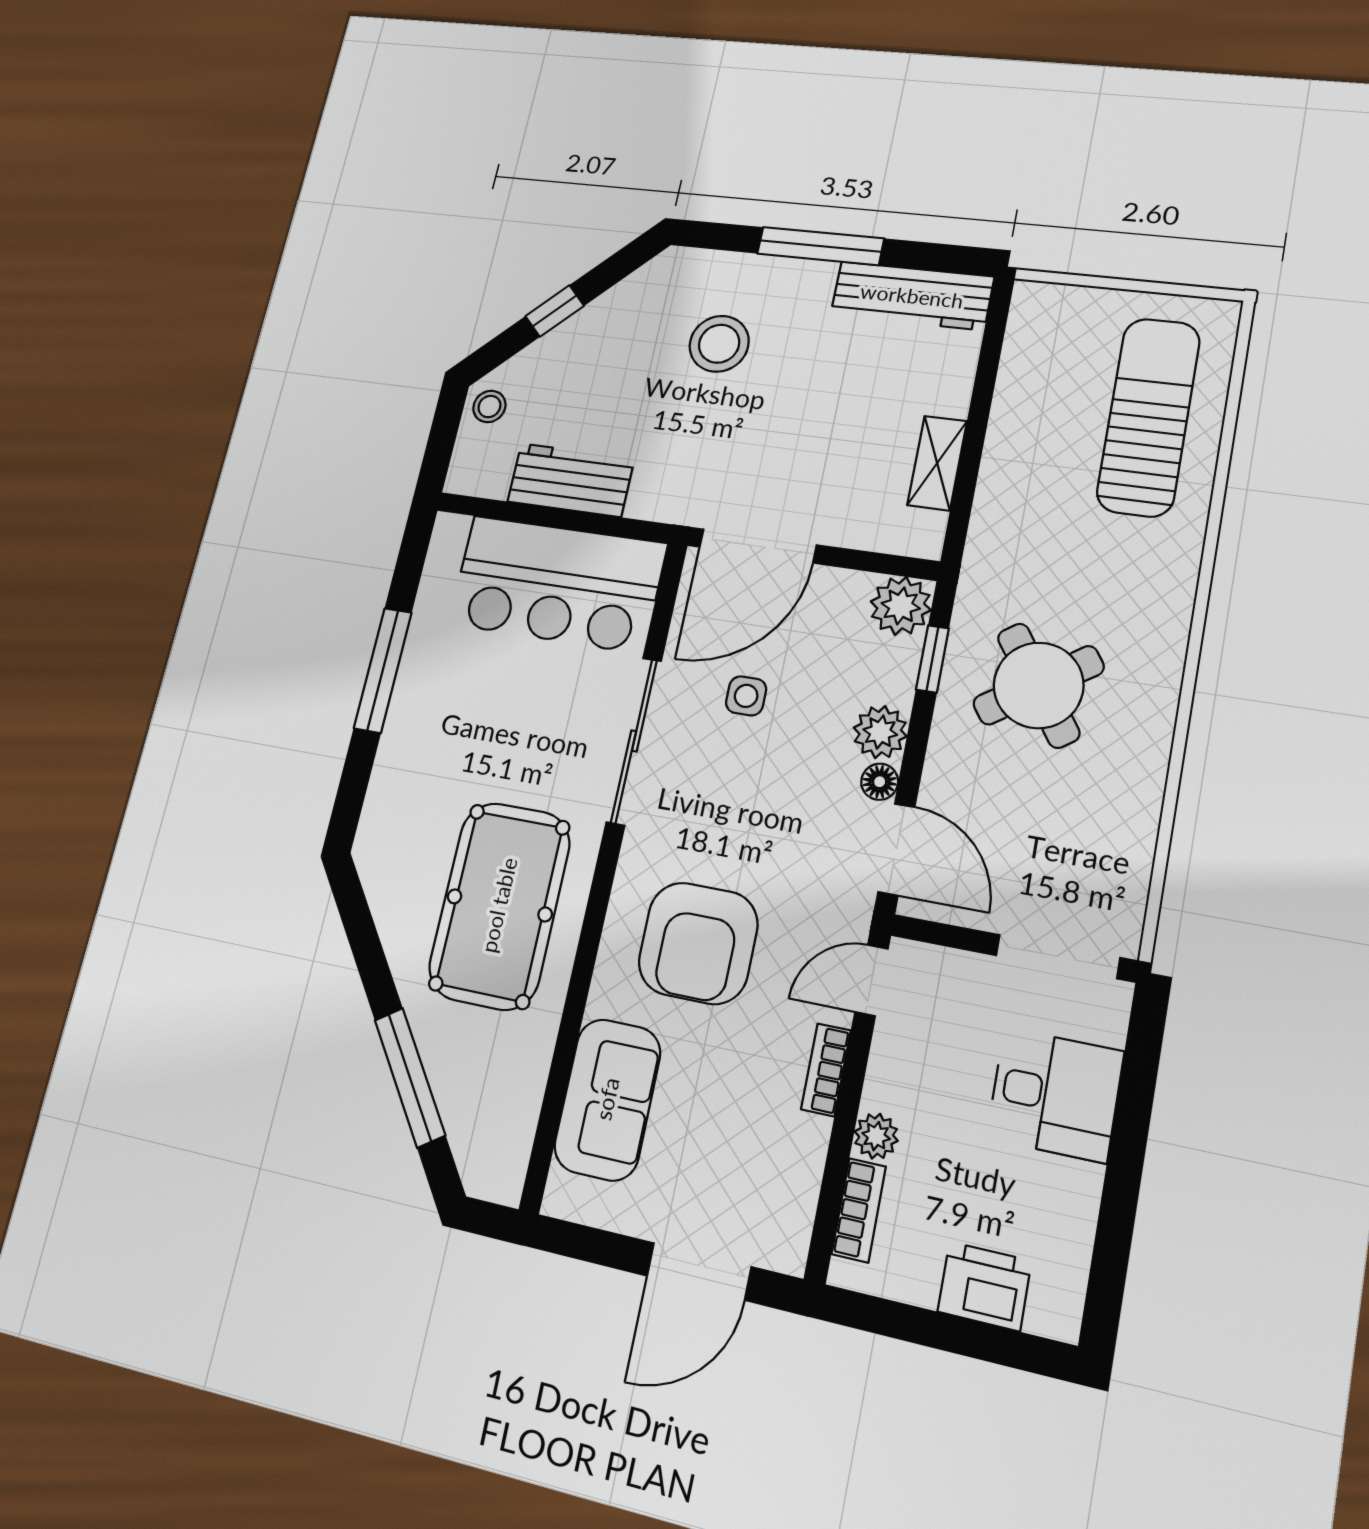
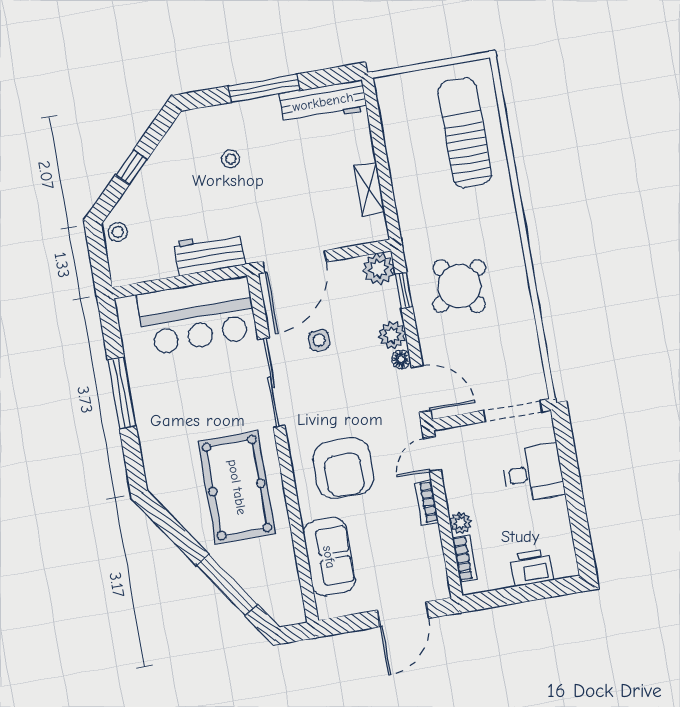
stool: (719, 344) -> (231, 159), width x0.53, depth x0.53
workbench: (571, 480) -> (210, 253), moved

